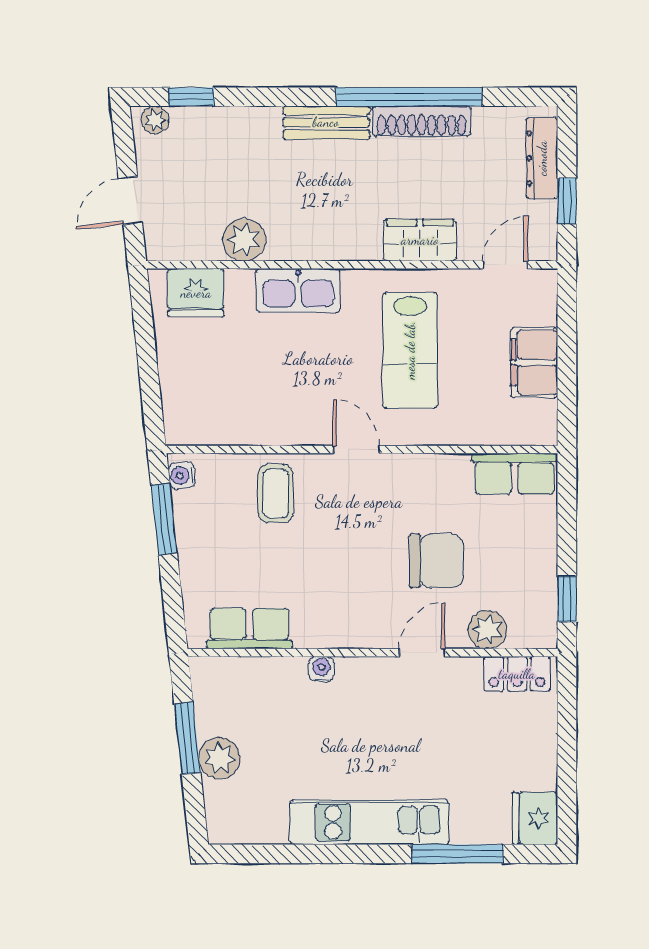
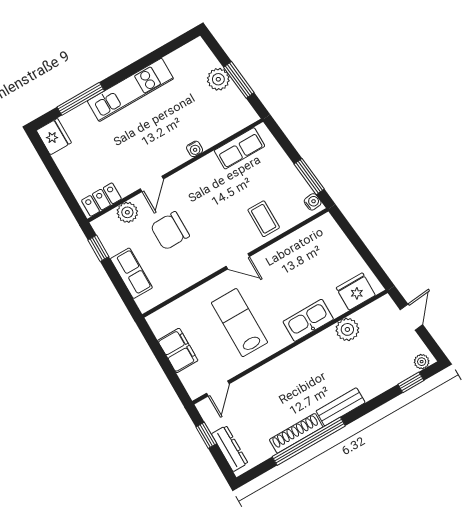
wardrobe: (420, 240) -> (265, 377), removed
row of seats: (515, 474) -> (131, 273), moved, turned 90

